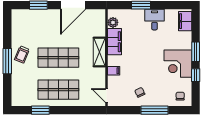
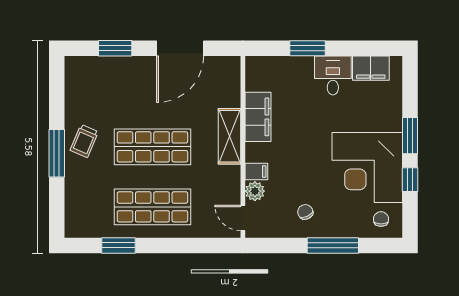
filing cabinet: (185, 21) -> (371, 68), moved, turned -90
plant: (113, 22) -> (255, 191), moved
corner desk: (178, 64) -> (367, 167), width x1.36, depth x1.36

